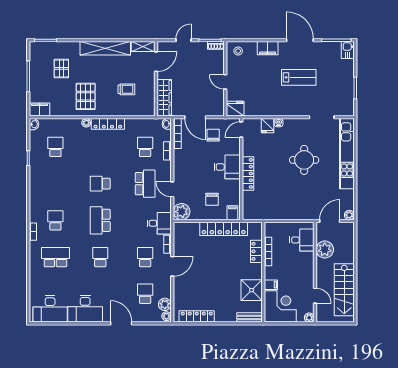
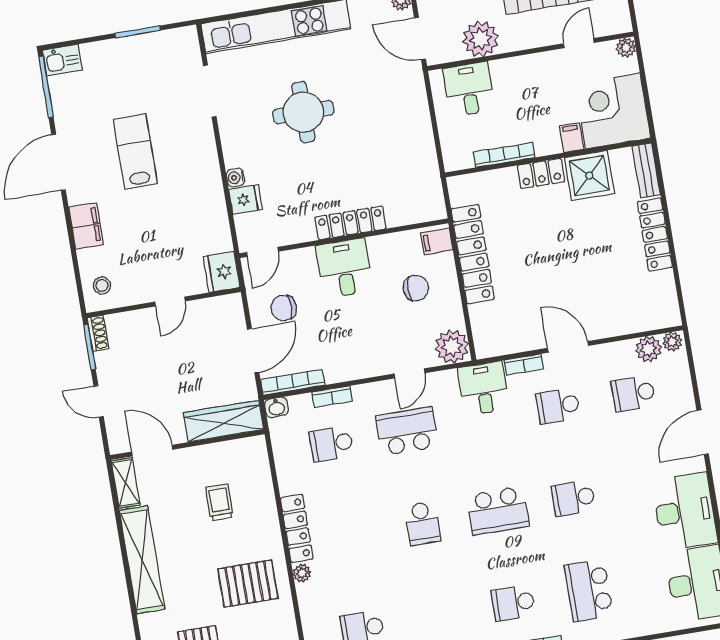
door: (241, 130) -> (262, 252), hinge flipped
locker: (256, 251) -> (541, 174), moved
locker: (197, 316) -> (655, 235), moved

